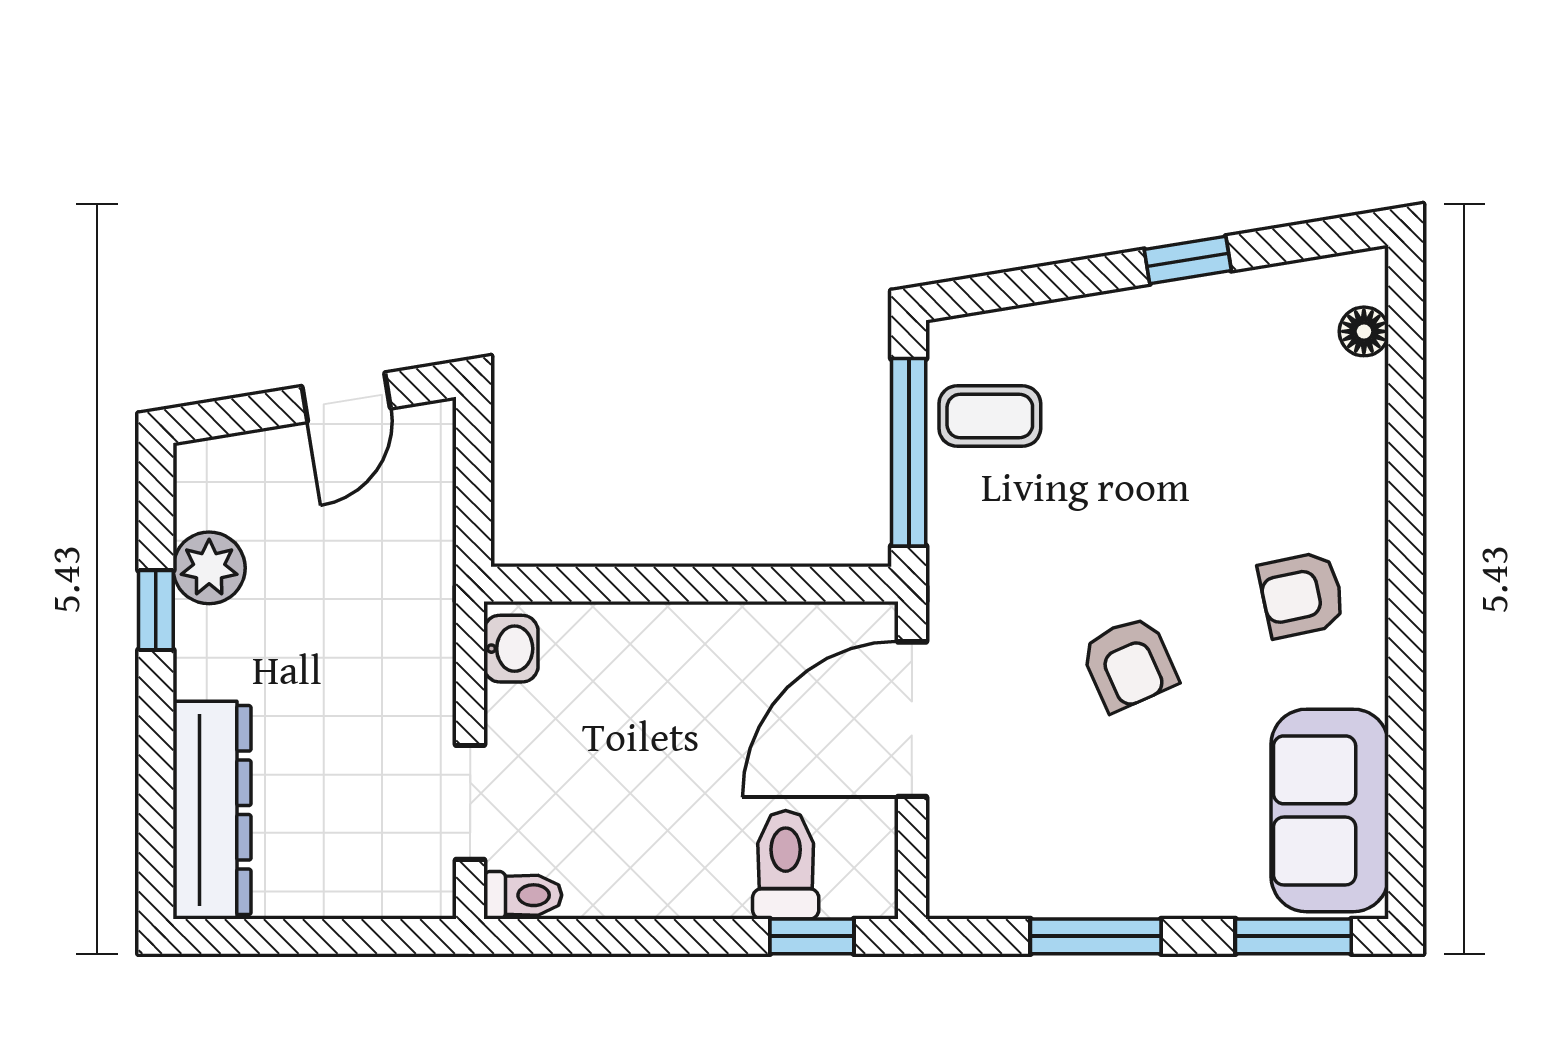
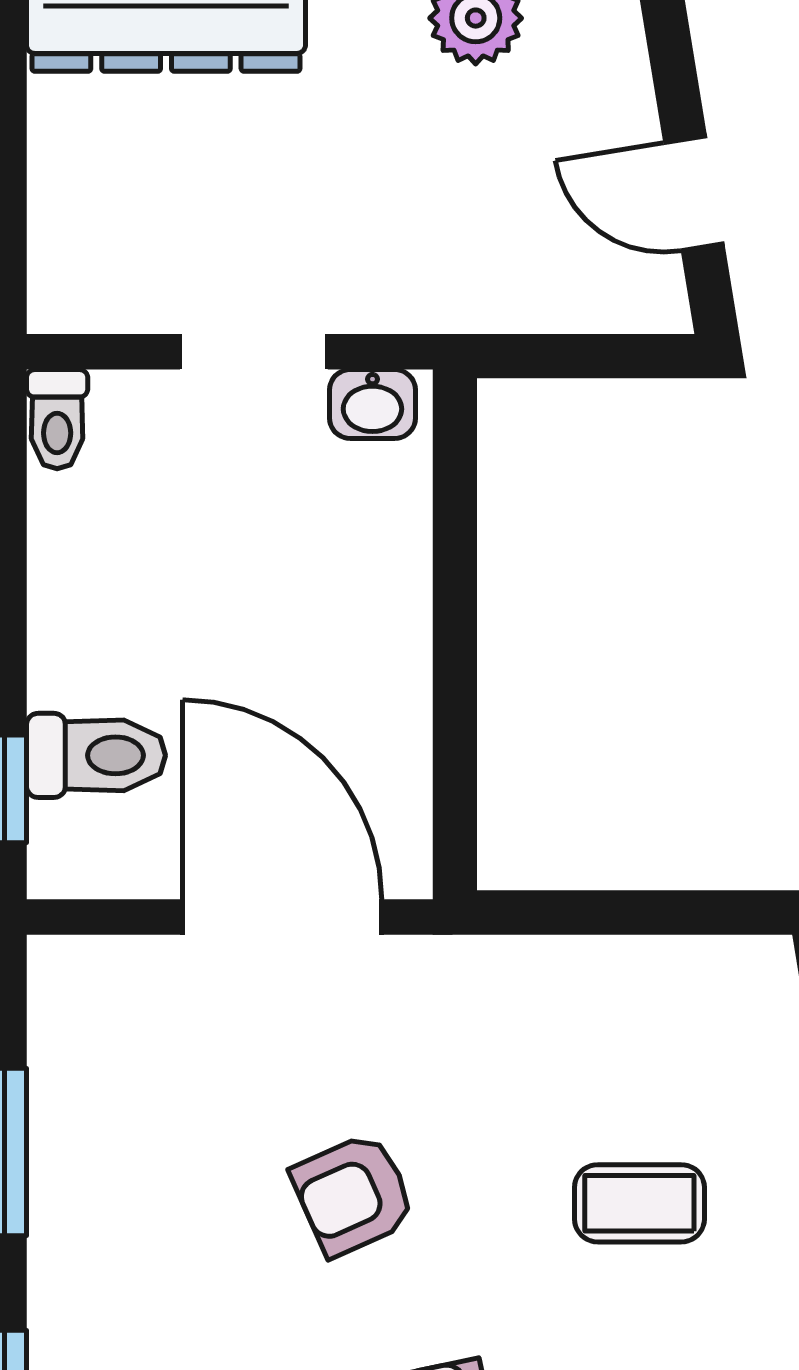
coffee table: (990, 416) -> (639, 1203), moved, turned 90
window: (909, 452) -> (624, 913), removed
doorway: (470, 802) -> (254, 352), moved

